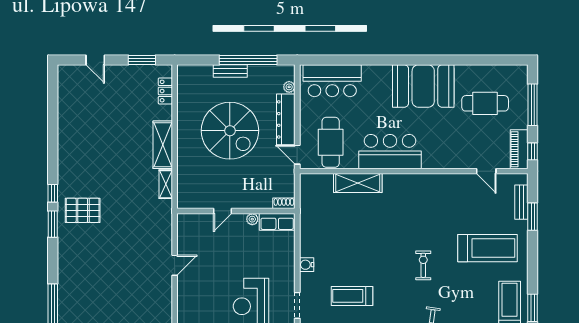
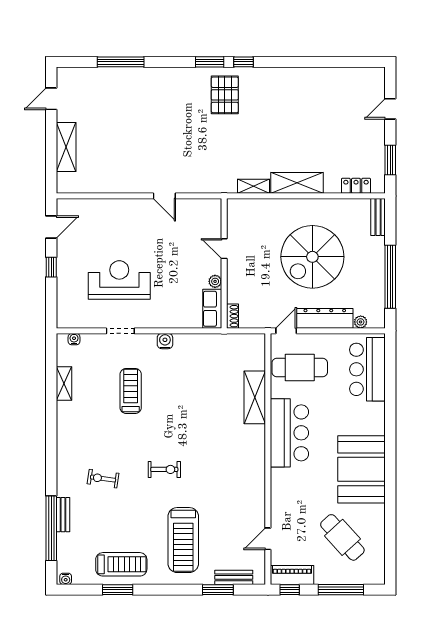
bench: (230, 71) -> (378, 217), moved
cafe table: (485, 103) -> (342, 537), turned -42

